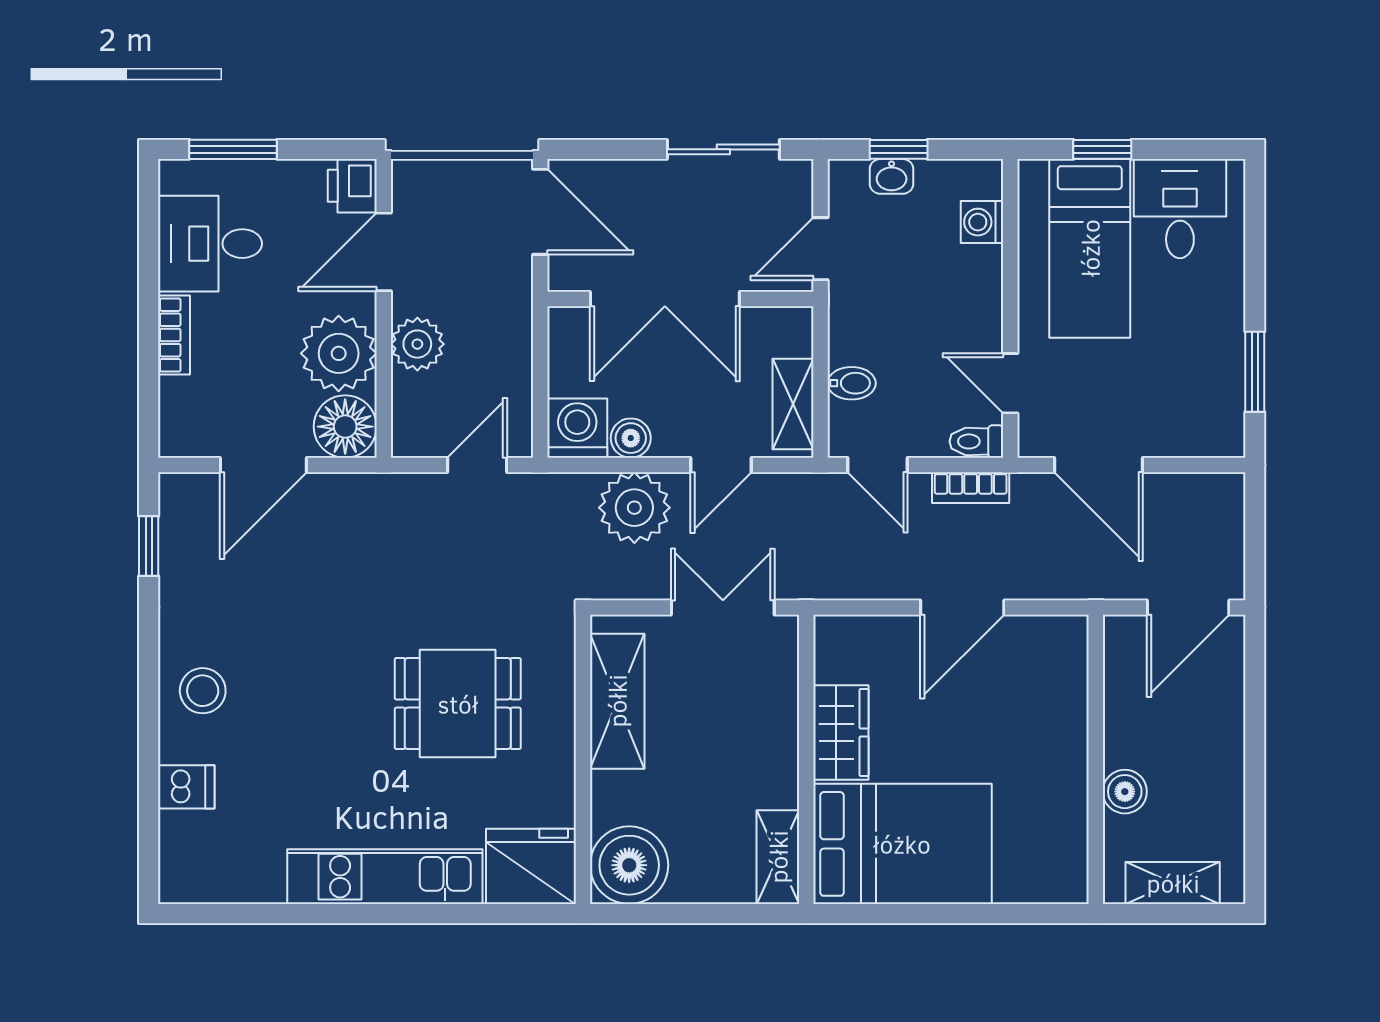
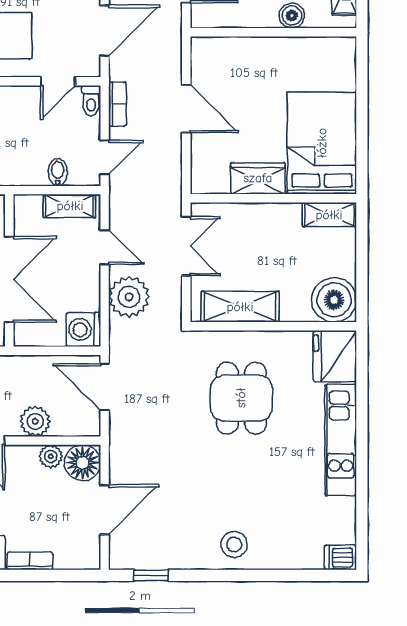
plant: (339, 353) -> (51, 456), width x0.53, depth x0.53
boiler: (631, 438) -> (89, 299), removed
door: (263, 465) -> (105, 510), hinge flipped
door: (477, 465) -> (105, 387), width x1.38
double door: (723, 607) -> (186, 246), swing flipped
dishwasher: (186, 787) -> (340, 558), moved, turned -90

